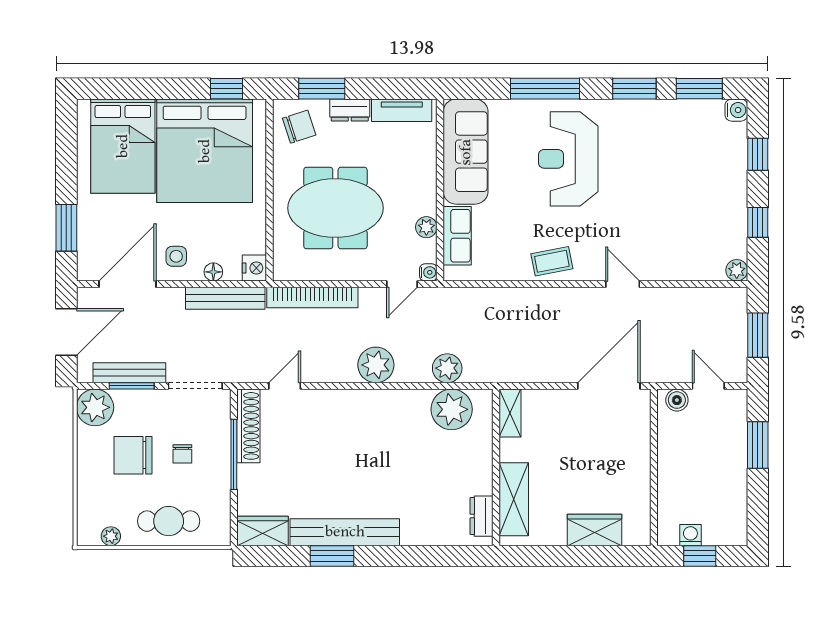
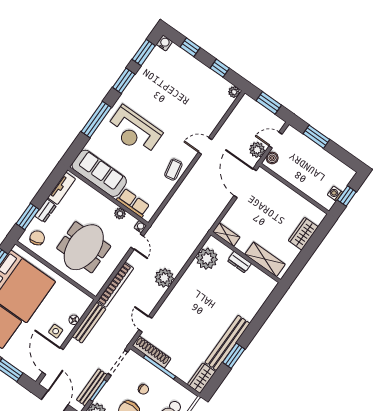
nightstand: (254, 268) -> (85, 301), removed
plant: (447, 368) -> (257, 150), moved
dresser: (482, 516) -> (239, 262), moved

